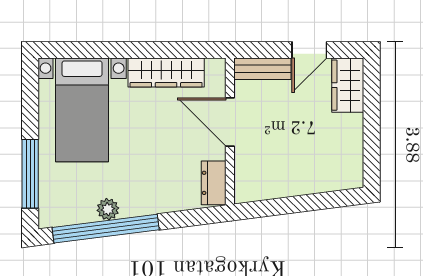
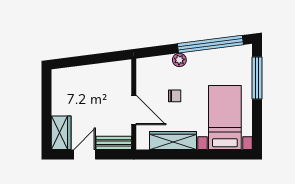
chair: (164, 145) -> (175, 96), added
dresser: (214, 183) -> (144, 72), removed
plant: (108, 209) -> (179, 60), moved

